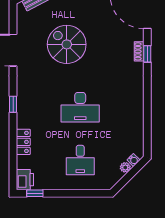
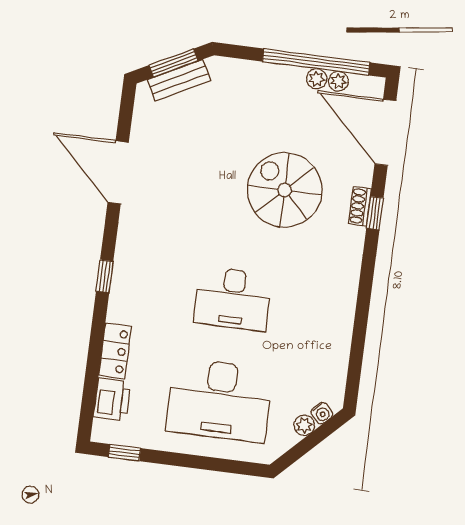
spiral stairs: (67, 44) -> (285, 190), moved
desk: (80, 160) -> (220, 400), width x1.87, depth x1.30
printer: (25, 180) -> (112, 399), moved

